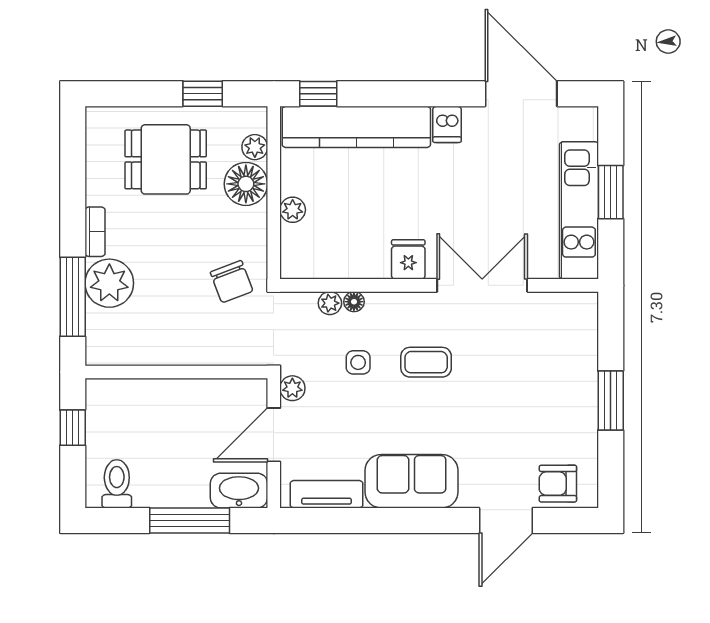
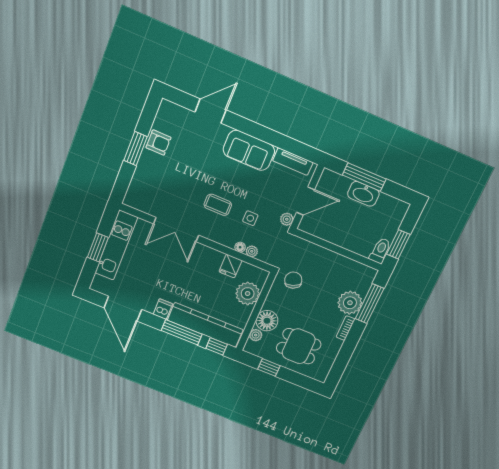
window: (394, 94) -> (182, 332), added
plant: (293, 210) -> (248, 294), width x1.87, depth x1.87
fridge: (408, 259) -> (230, 266), moved
window: (73, 428) -> (398, 244), width x1.50
toilet: (117, 484) -> (380, 251), moved, turned 180
armchair: (558, 484) -> (158, 143), moved
washbasin: (239, 491) -> (363, 194), moved

